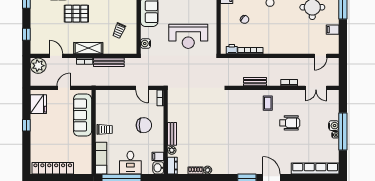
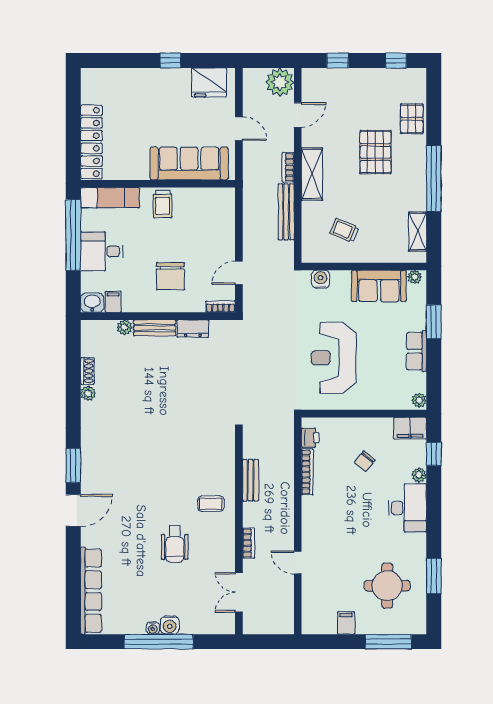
door: (321, 56) -> (298, 563), moved
dresser: (172, 166) -> (193, 329), moved
locker: (53, 168) -> (91, 142), moved

